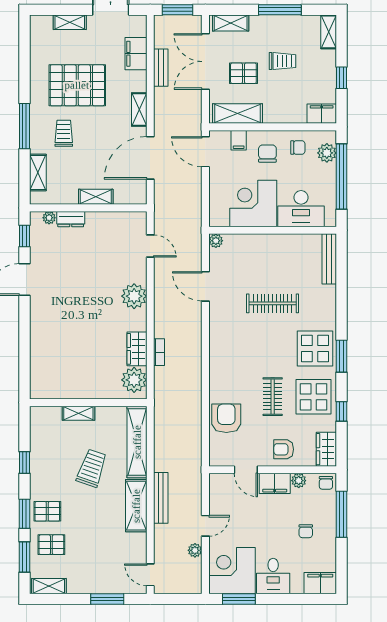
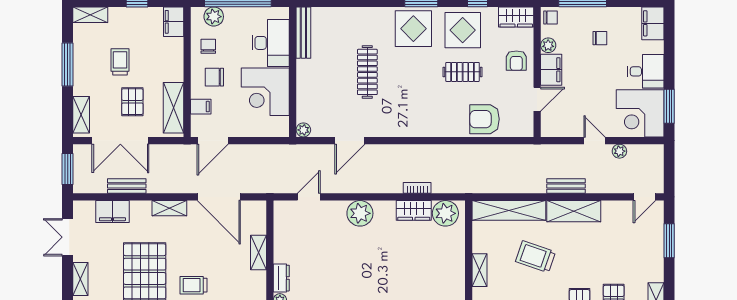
bench: (329, 259) -> (303, 33), moved, turned 90
bench: (161, 498) -> (566, 186), width x0.73

